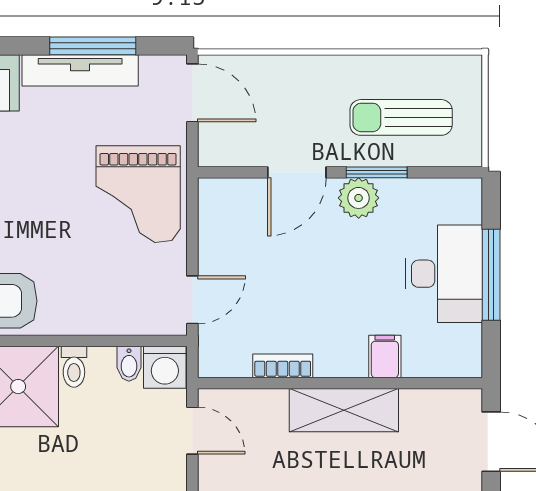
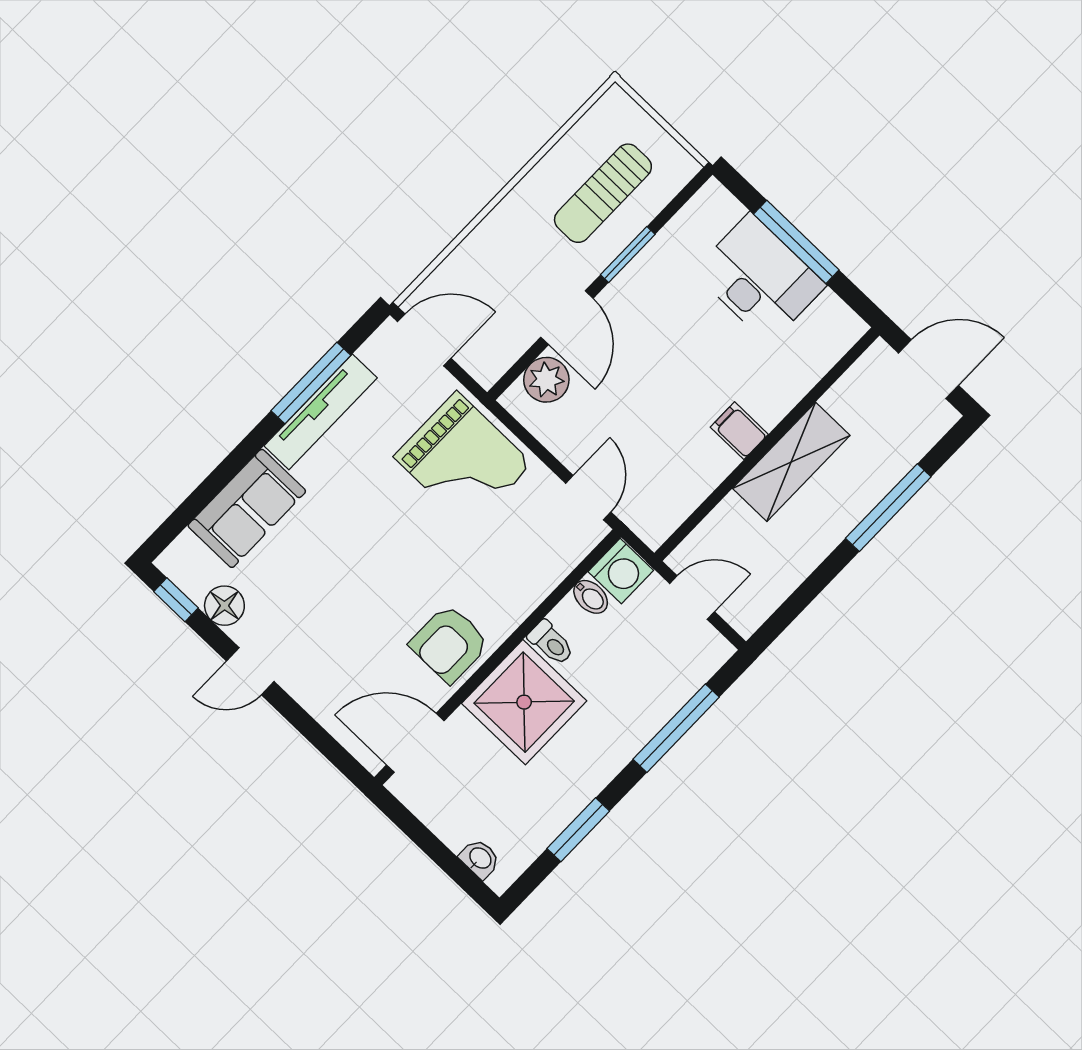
plant: (359, 198) -> (546, 380), moved
filing cabinet: (385, 356) -> (739, 431), moved
bookcase: (283, 366) -> (710, 477), removed

